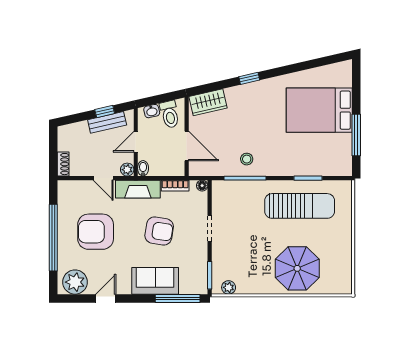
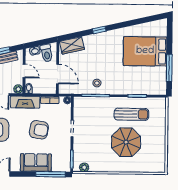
door: (136, 142) -> (24, 71), swing flipped
sun lounger: (300, 206) -> (131, 114), width x0.73, depth x0.75
parasol: (297, 268) -> (126, 142), moved

